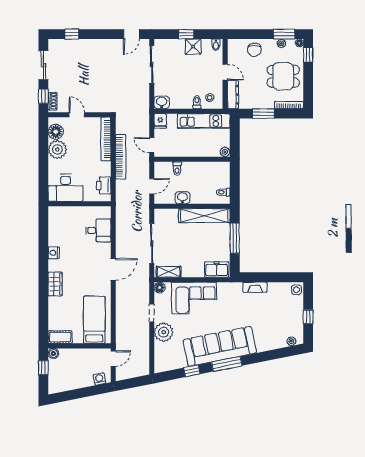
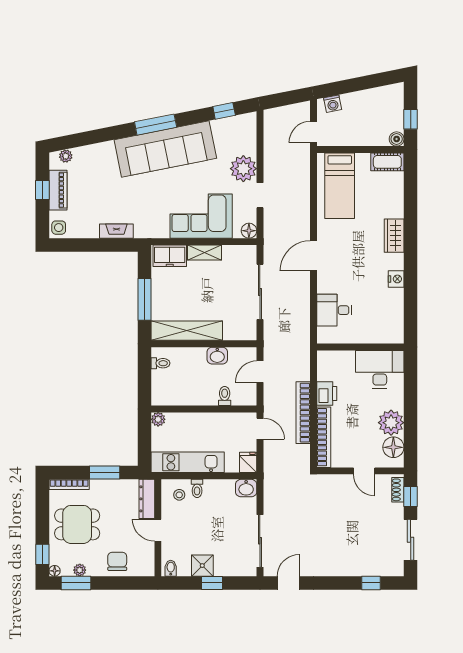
printer: (104, 185) -> (327, 393), moved
shelving: (169, 272) -> (205, 253), moved
piano: (297, 317) -> (58, 190), added
window: (192, 371) -> (224, 111), moved

